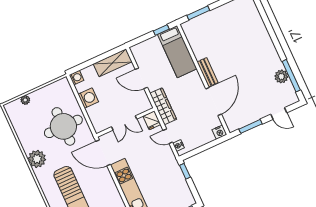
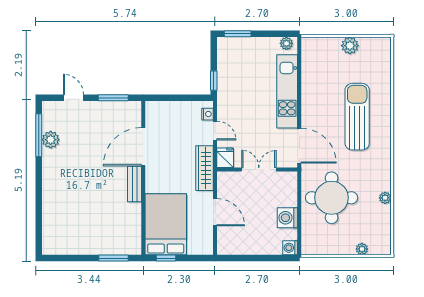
bed: (177, 52) -> (166, 224), width x1.50
shelving: (113, 63) -> (240, 246), removed
nightstand: (220, 132) -> (152, 108), removed
plant: (37, 159) -> (385, 198), moved, width x0.53, depth x0.53

